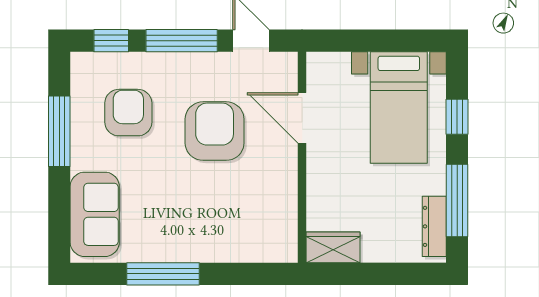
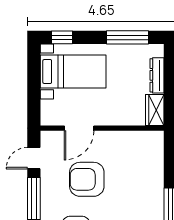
window: (457, 117) -> (62, 37), moved
dresser: (434, 226) -> (157, 75), moved, turned 90

